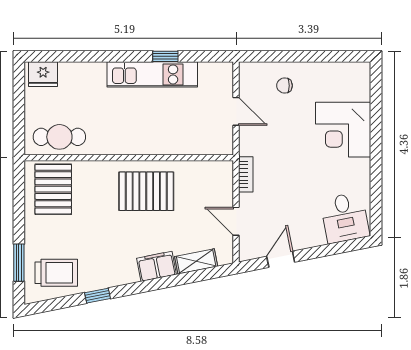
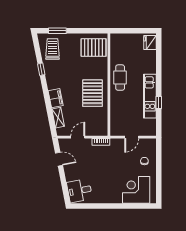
corner desk: (343, 130) -> (136, 190), moved
cafe table: (59, 137) -> (120, 78), moved
trolley: (56, 273) -> (52, 49), turned 180

